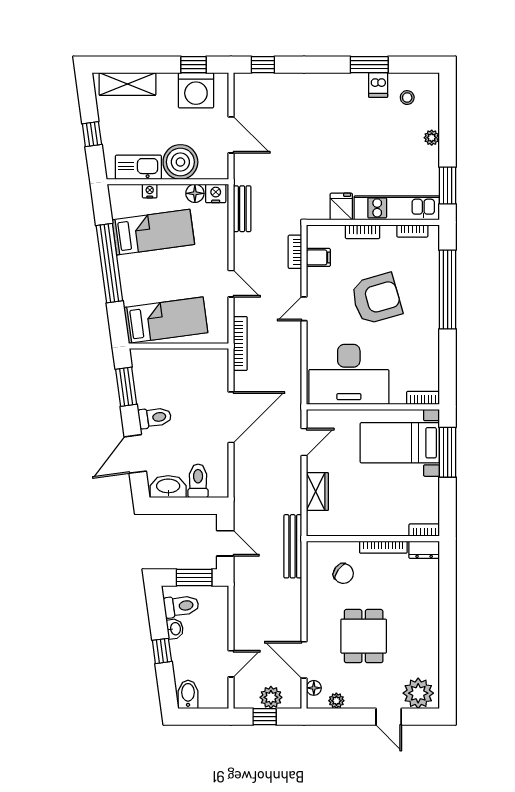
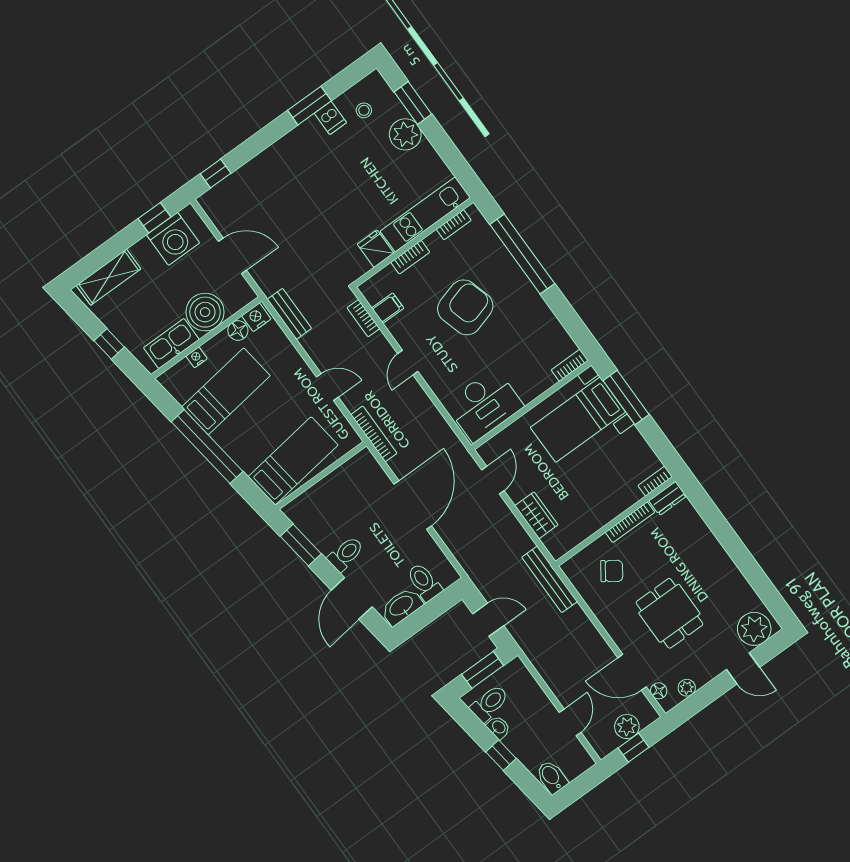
plant: (432, 138) -> (405, 134), width x1.88, depth x1.88
window: (448, 186) -> (413, 103), moved
desk: (349, 374) -> (484, 405), width x0.73, depth x0.77

